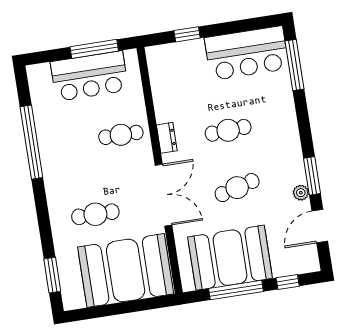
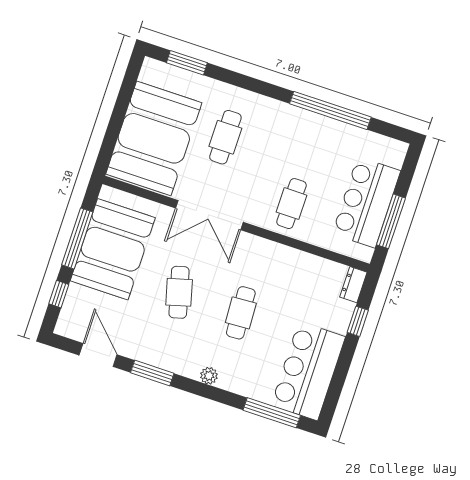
dresser: (167, 138) -> (353, 285), moved, turned 90
plant: (301, 193) -> (209, 376), moved

